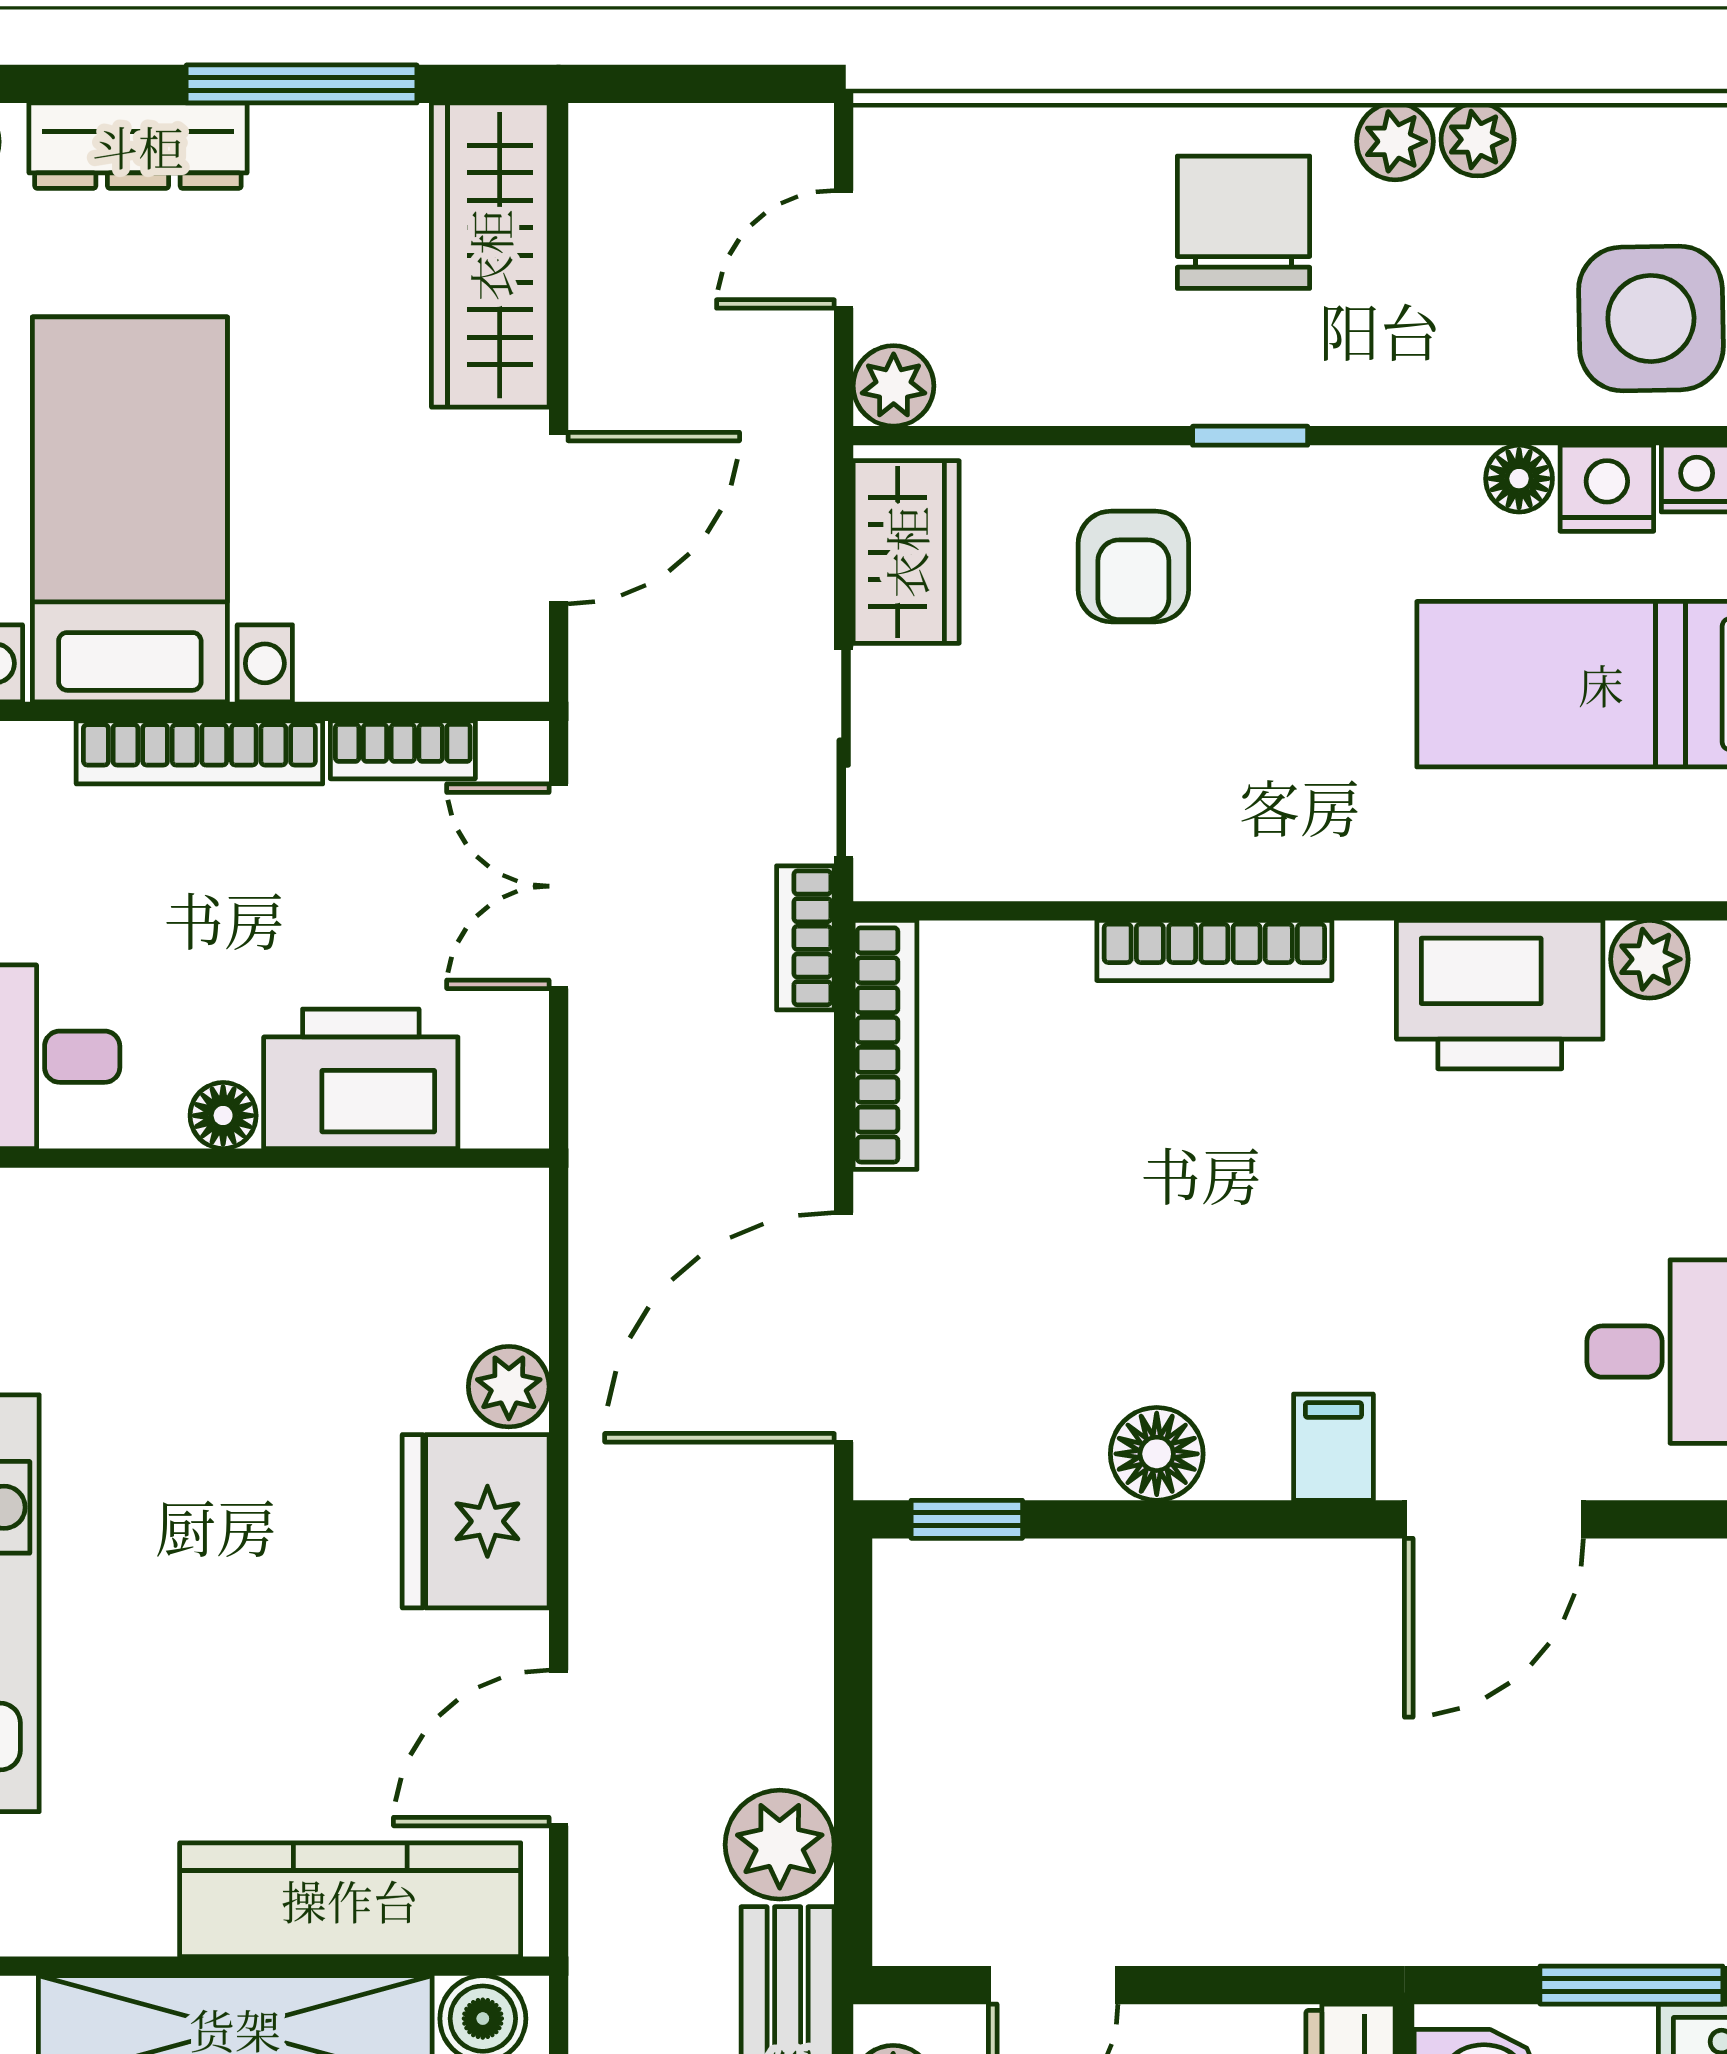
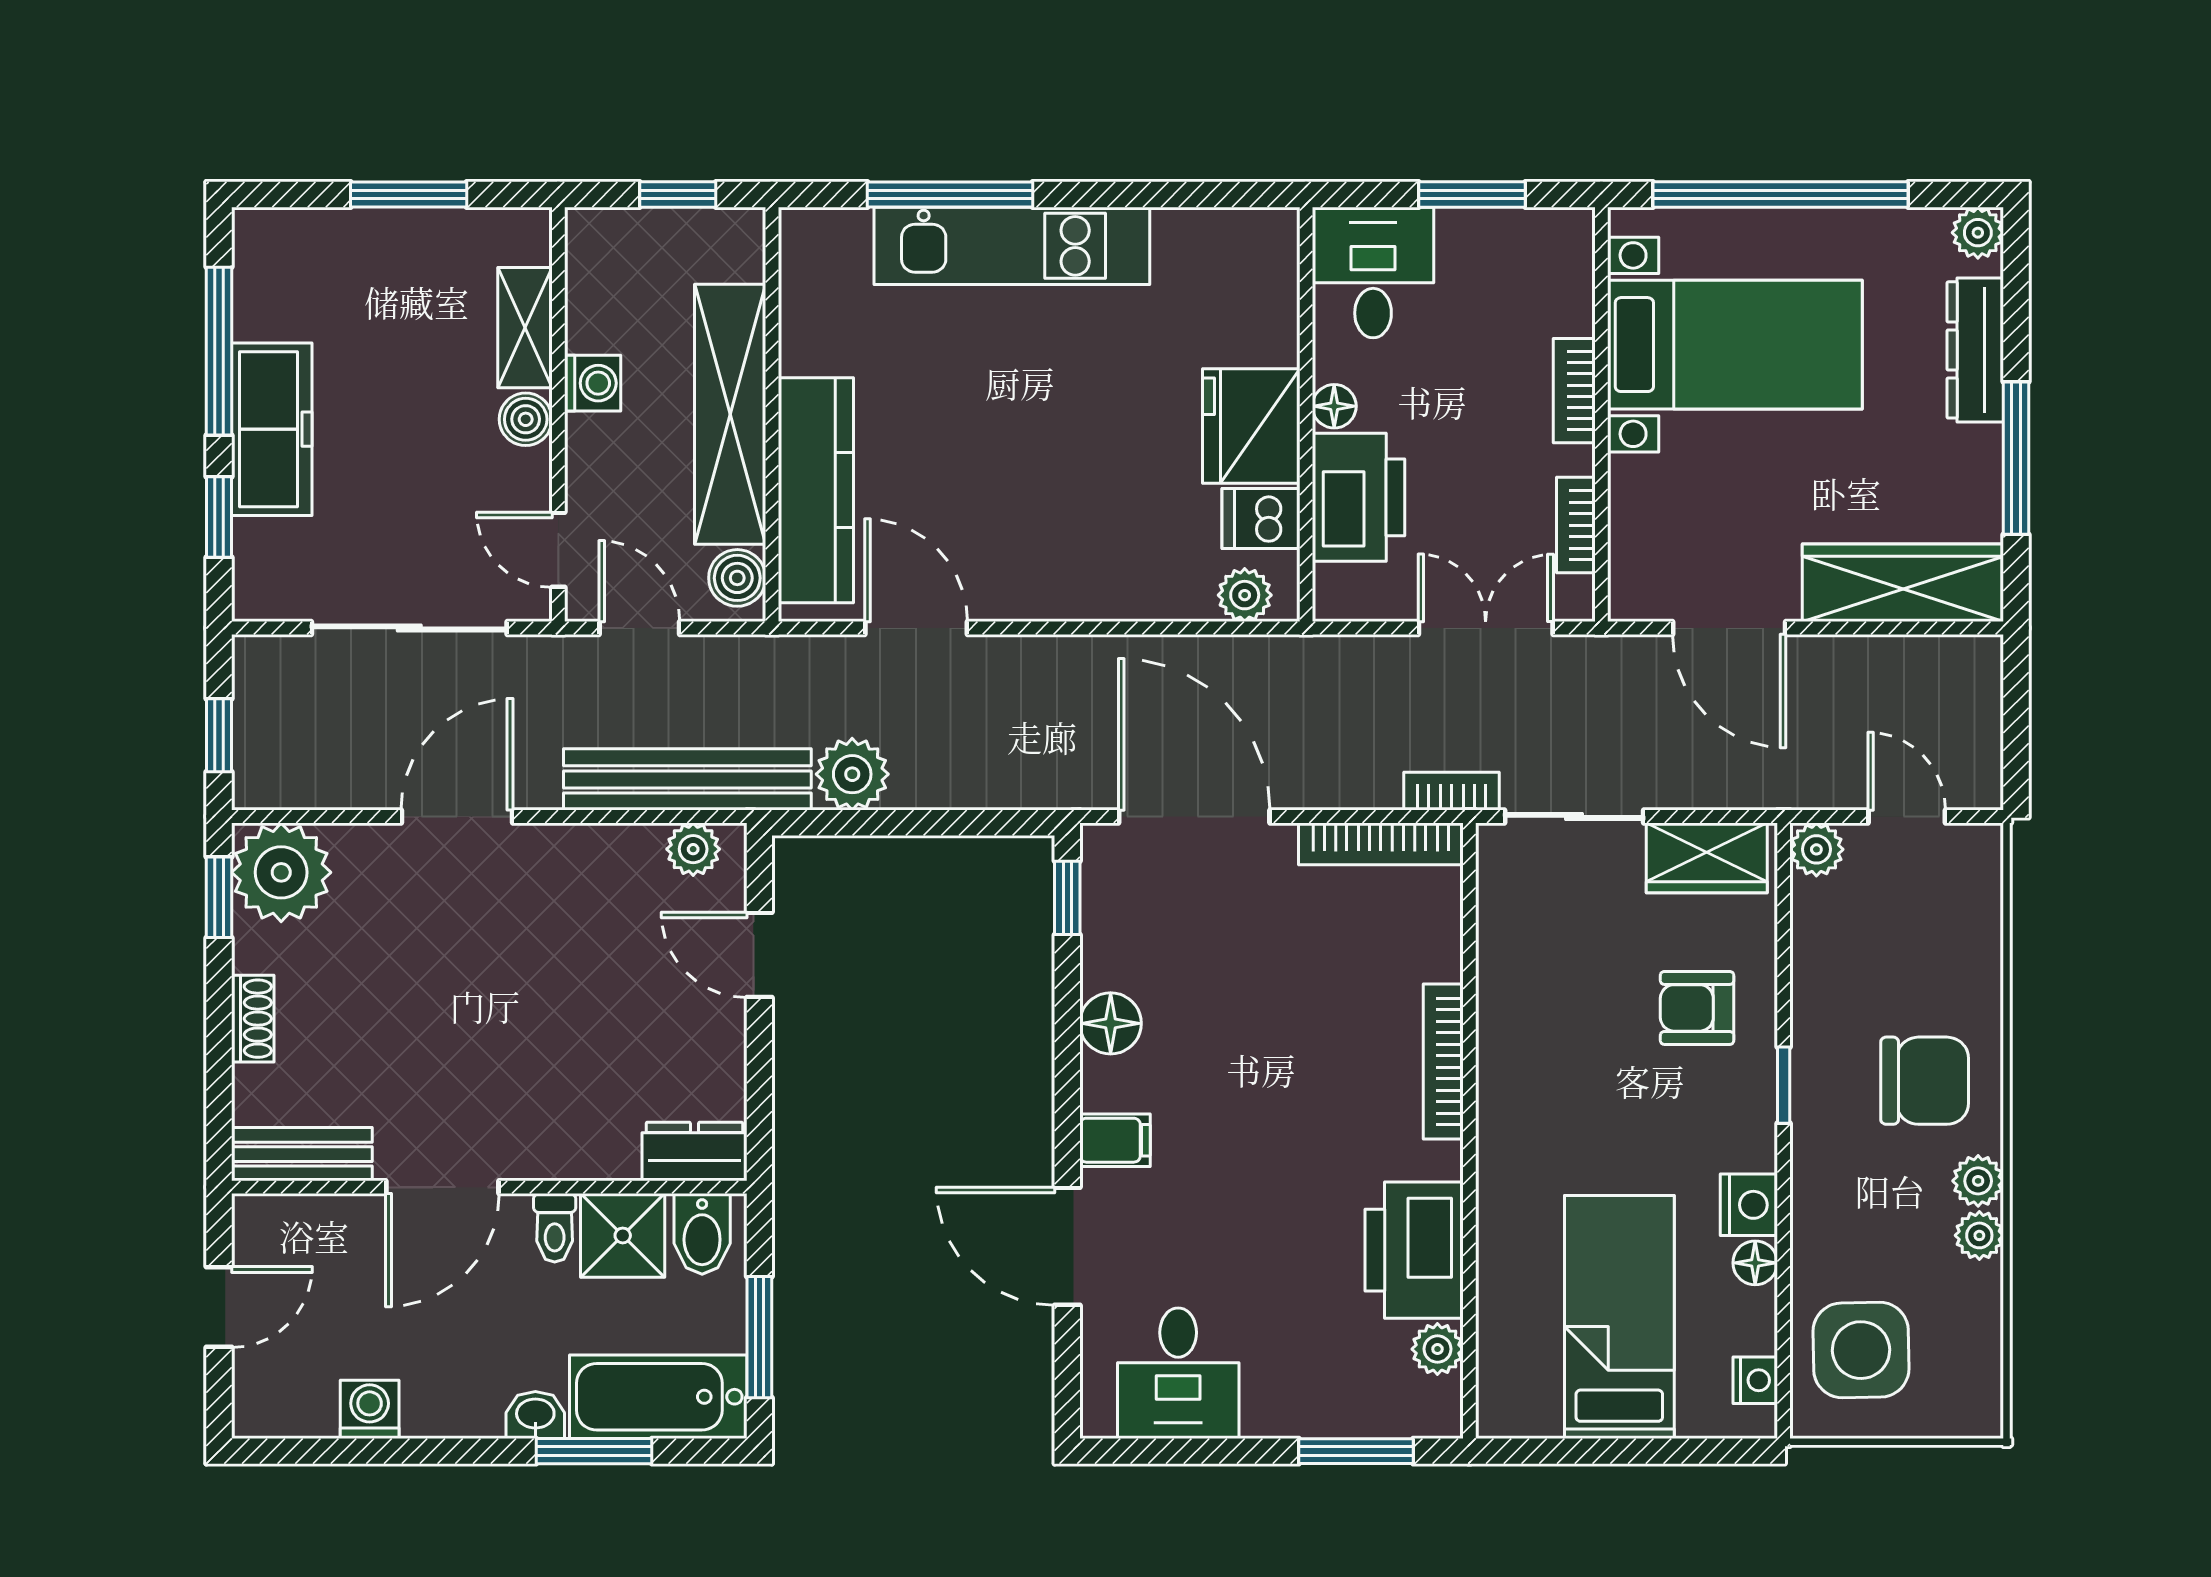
nightstand: (1607, 488) -> (1749, 1205), moved
bookcase: (199, 752) -> (1574, 391), width x0.64
dishwasher: (393, 1226) -> (1261, 518), added
plant: (509, 1387) -> (1245, 595), moved
fridge: (476, 1521) -> (1251, 426), moved, turned -90

